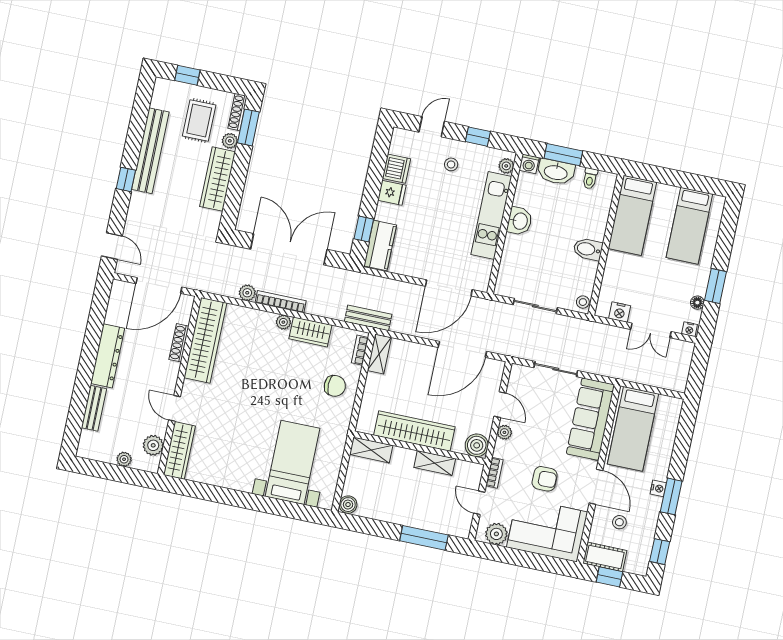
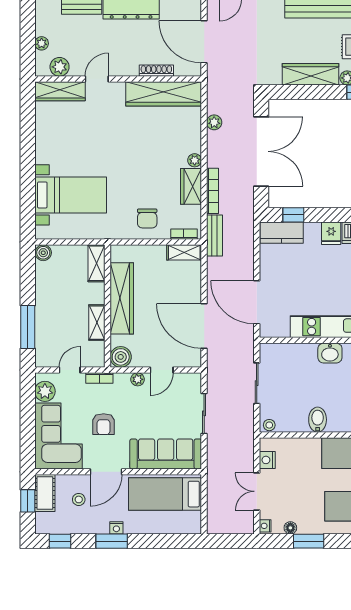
bookcase: (281, 302) -> (212, 191), moved

